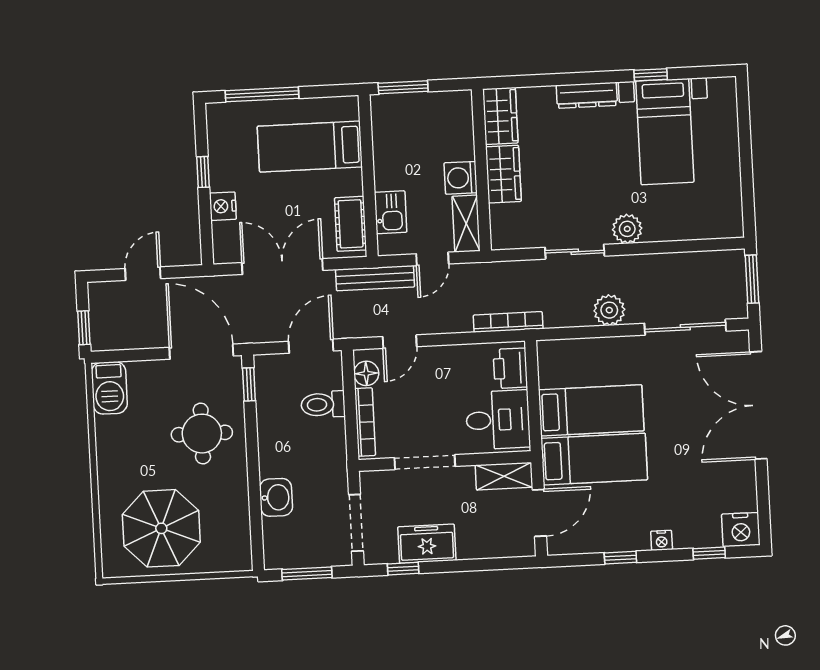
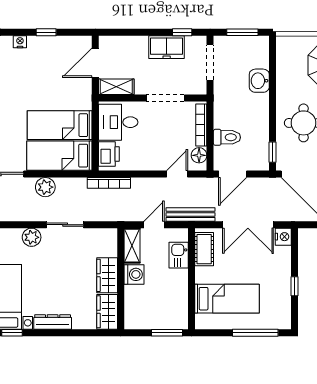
nightstand: (223, 206) -> (283, 237), moved
bed: (594, 459) -> (59, 156), moved

